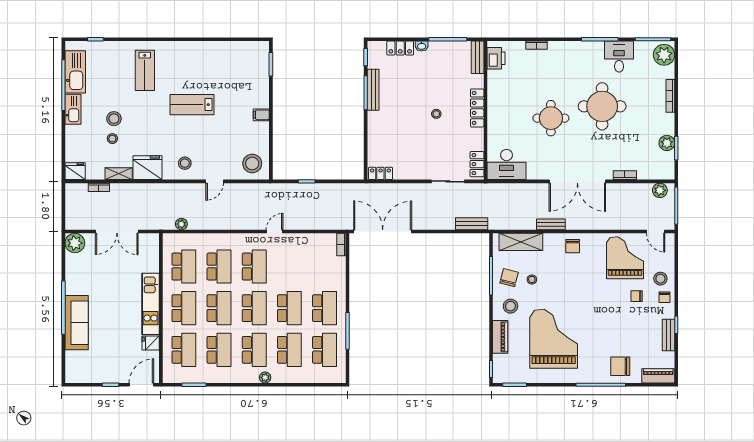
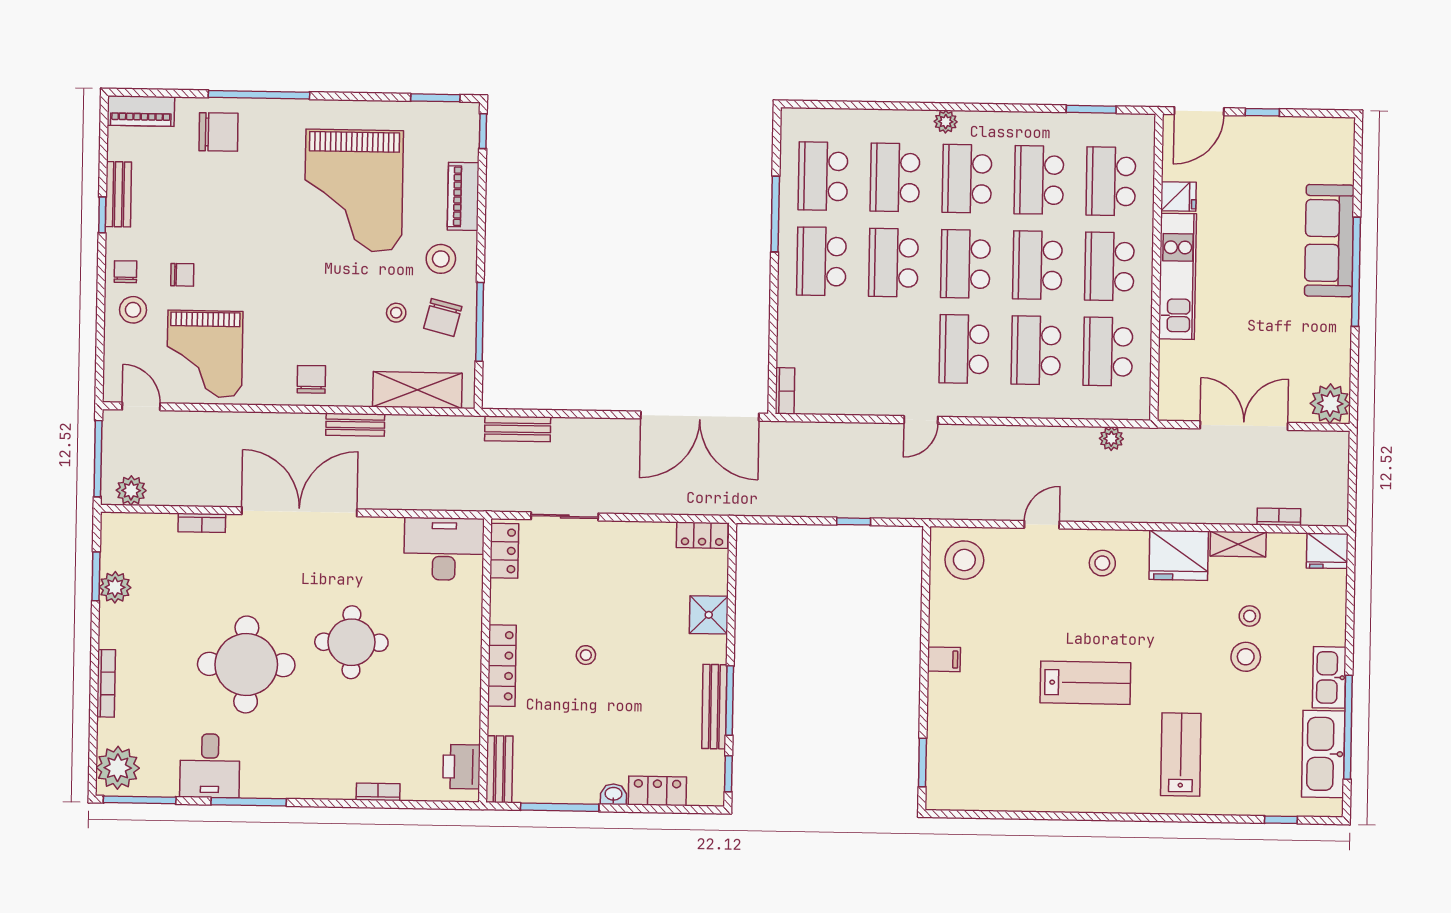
shower: (377, 135) -> (709, 615), added

